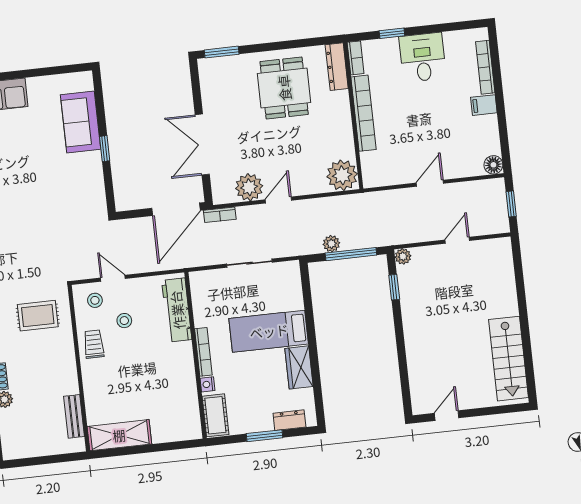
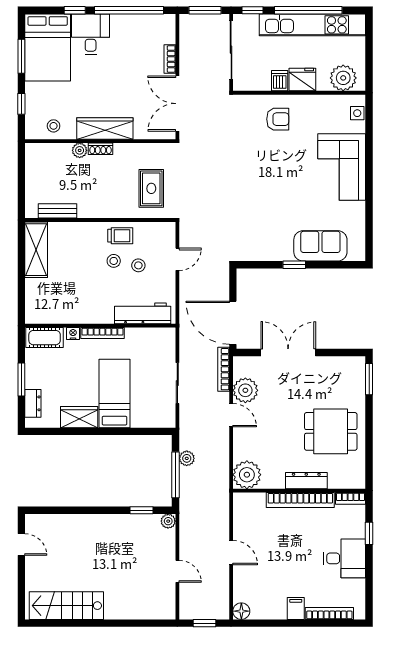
dresser: (337, 67) -> (306, 481), moved
bookcase: (220, 215) -> (224, 369), width x1.56
stool: (95, 300) -> (114, 261), moved

